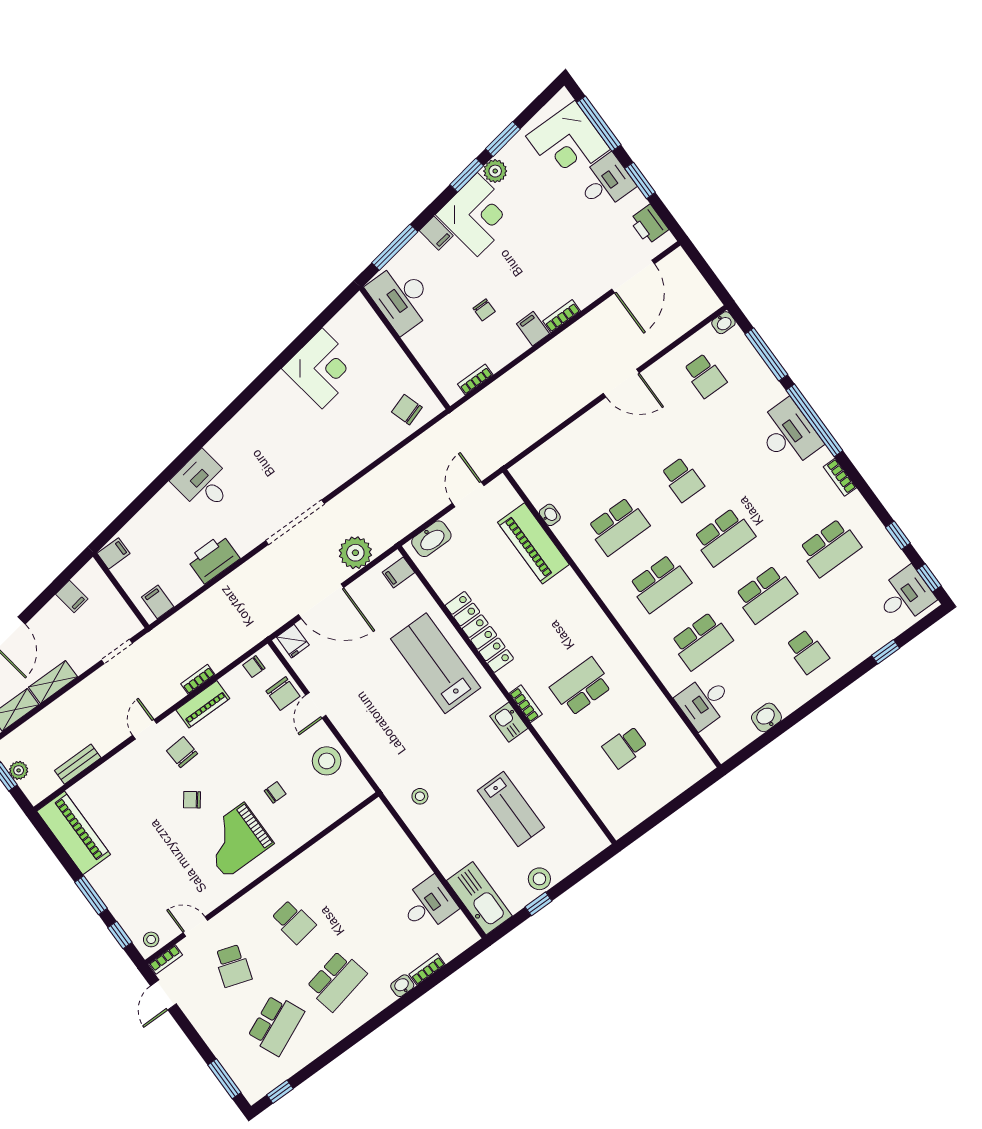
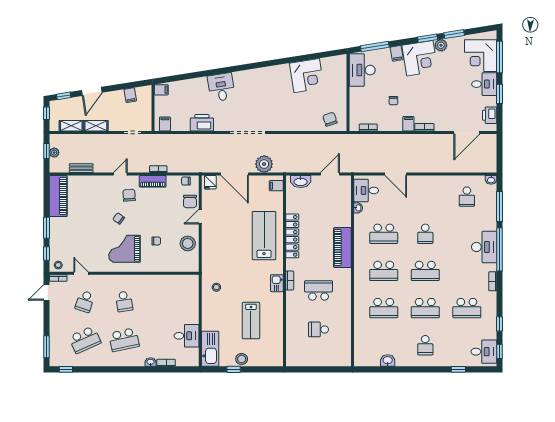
door: (621, 383) -> (396, 174), moved
piano: (533, 543) -> (342, 248), moved
desk: (704, 702) -> (366, 190), moved

